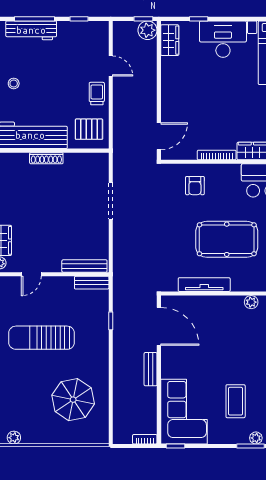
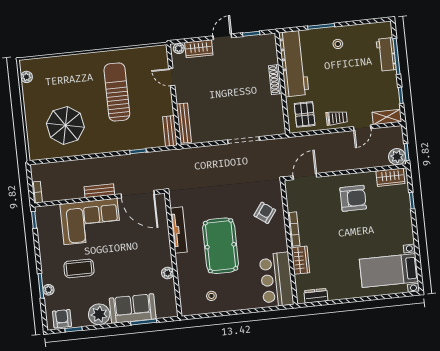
workbench: (31, 30) -> (386, 54), width x0.73
shelving: (102, 37) -> (387, 117), added
desk: (223, 39) -> (396, 224), removed
armchair: (189, 85) -> (353, 198), added
door: (159, 136) -> (305, 177), swing flipped
armchair: (195, 186) -> (265, 213), turned 126
door: (159, 326) -> (138, 194), hinge flipped
corner sofa: (184, 412) -> (91, 221), moved

